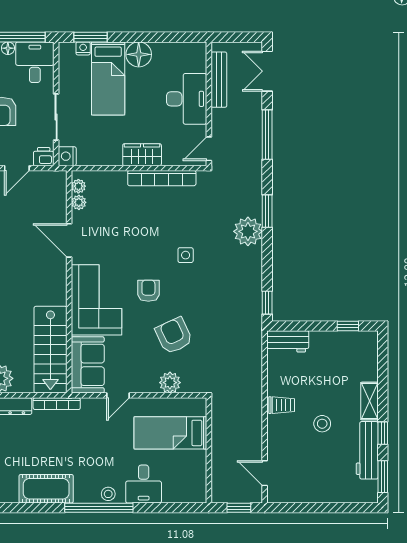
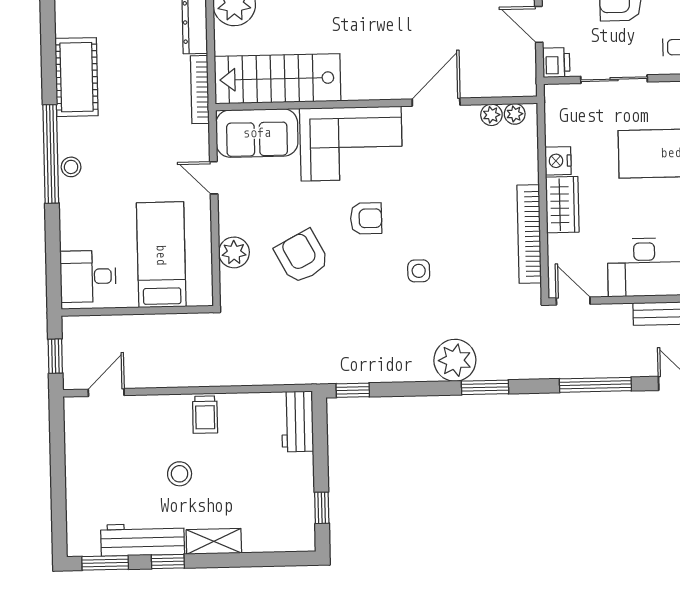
nightstand: (67, 156) -> (558, 161), moved, turned -90
armchair: (174, 336) -> (302, 257), turned -93
desk: (144, 484) -> (88, 276), moved

